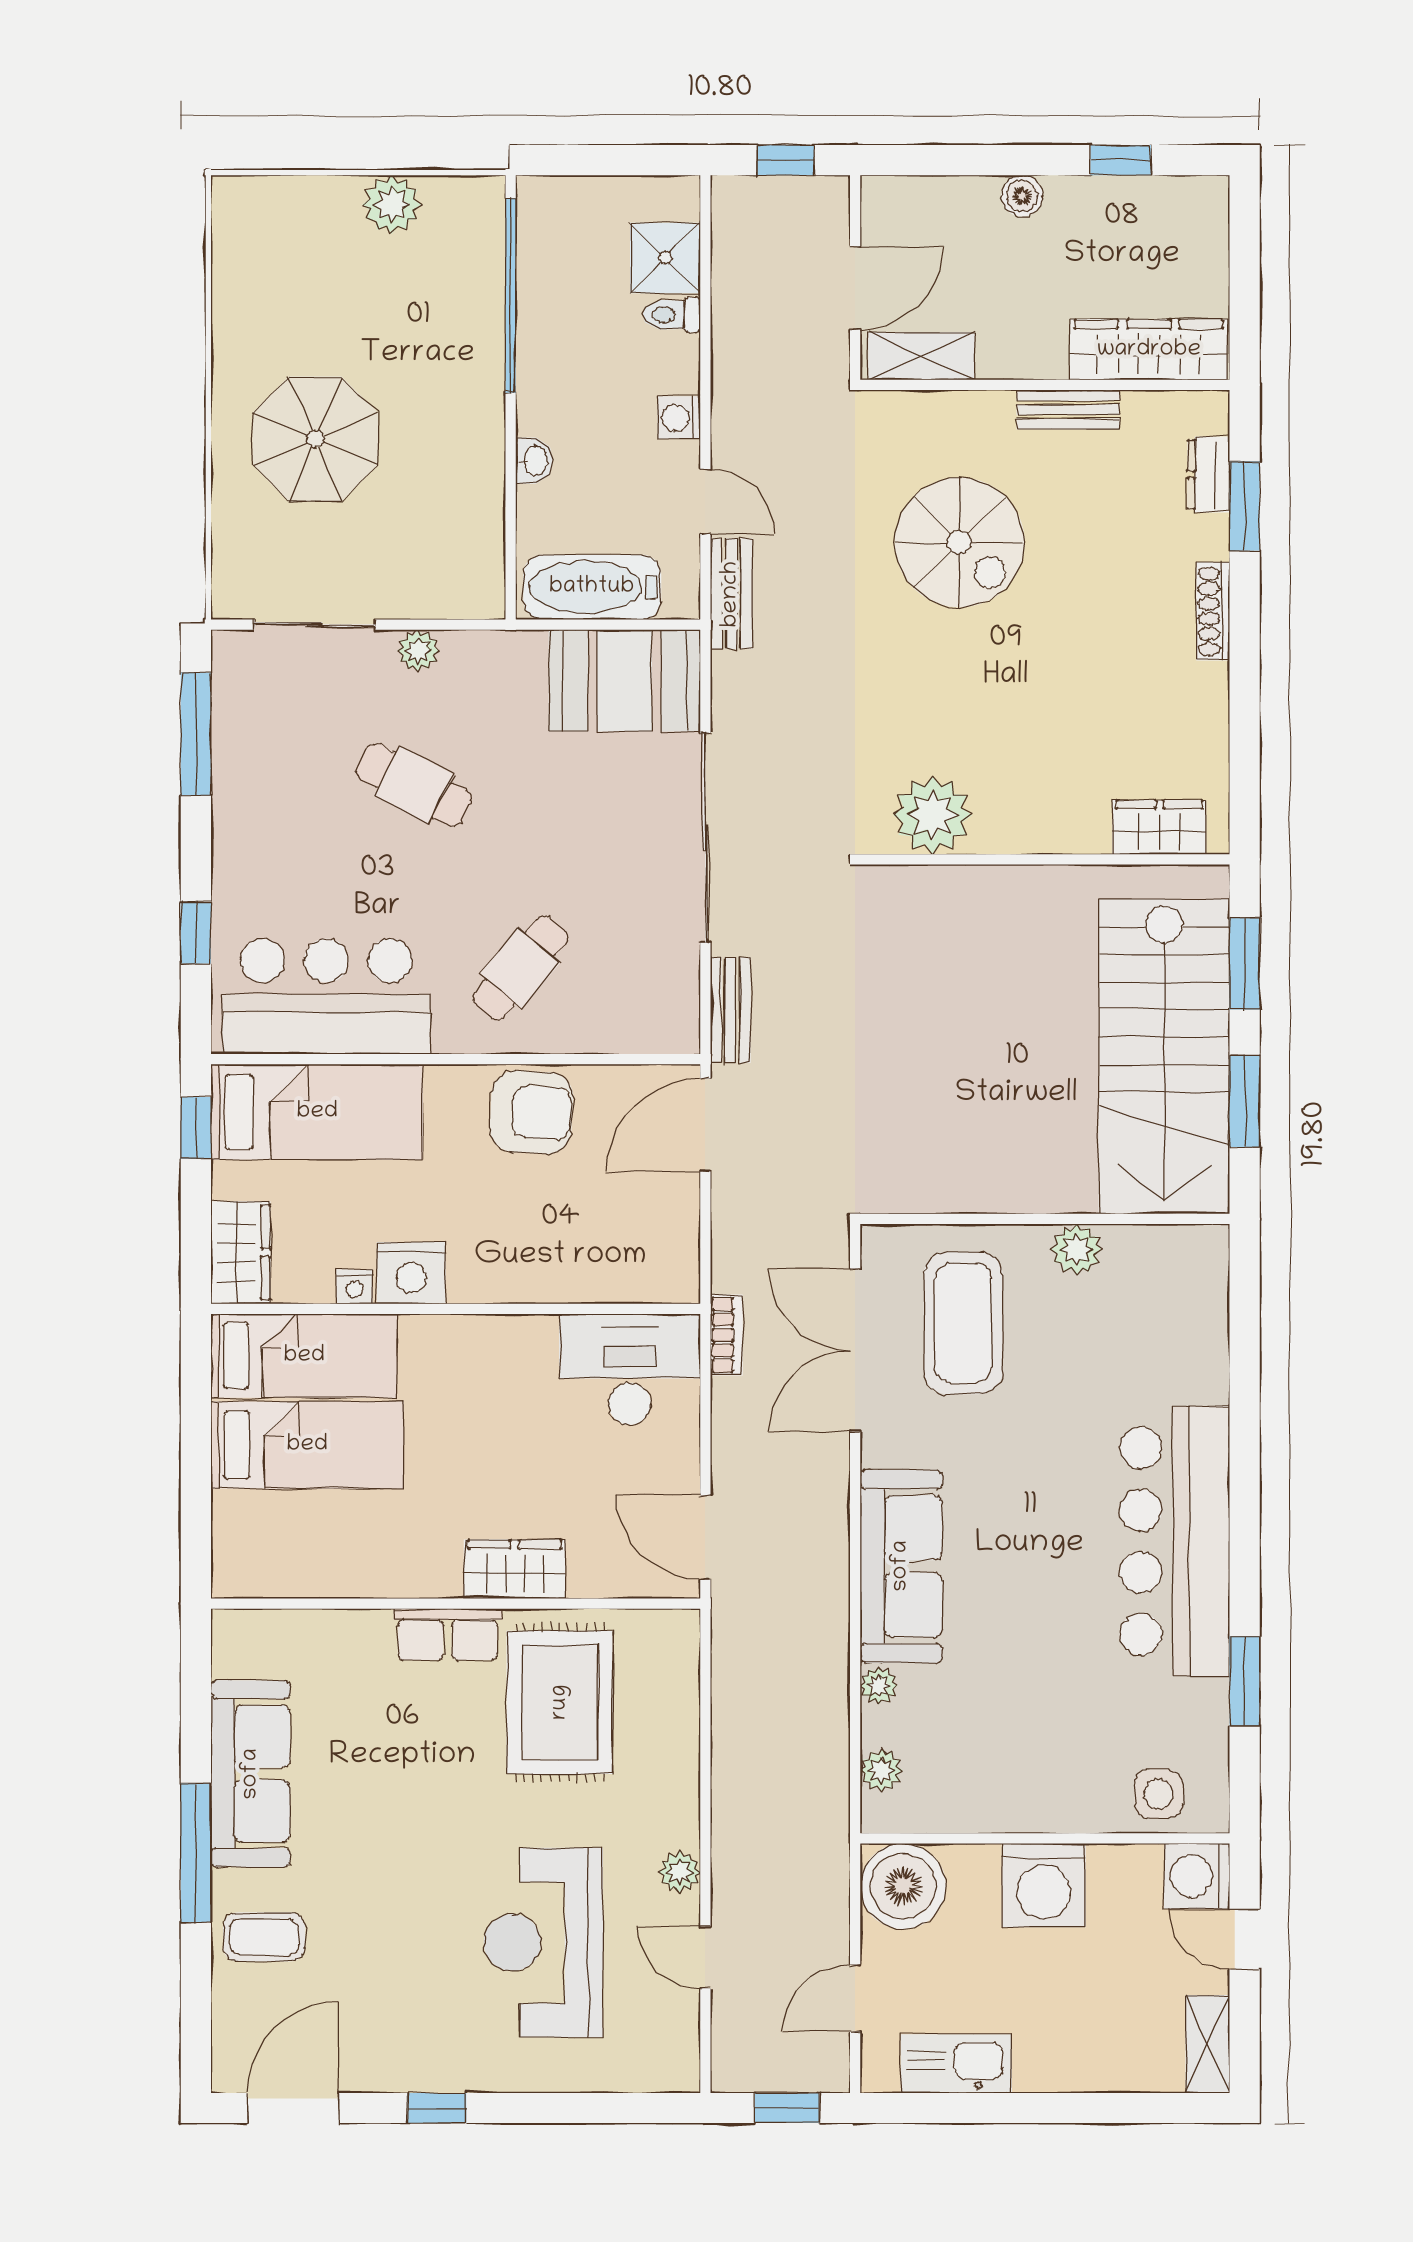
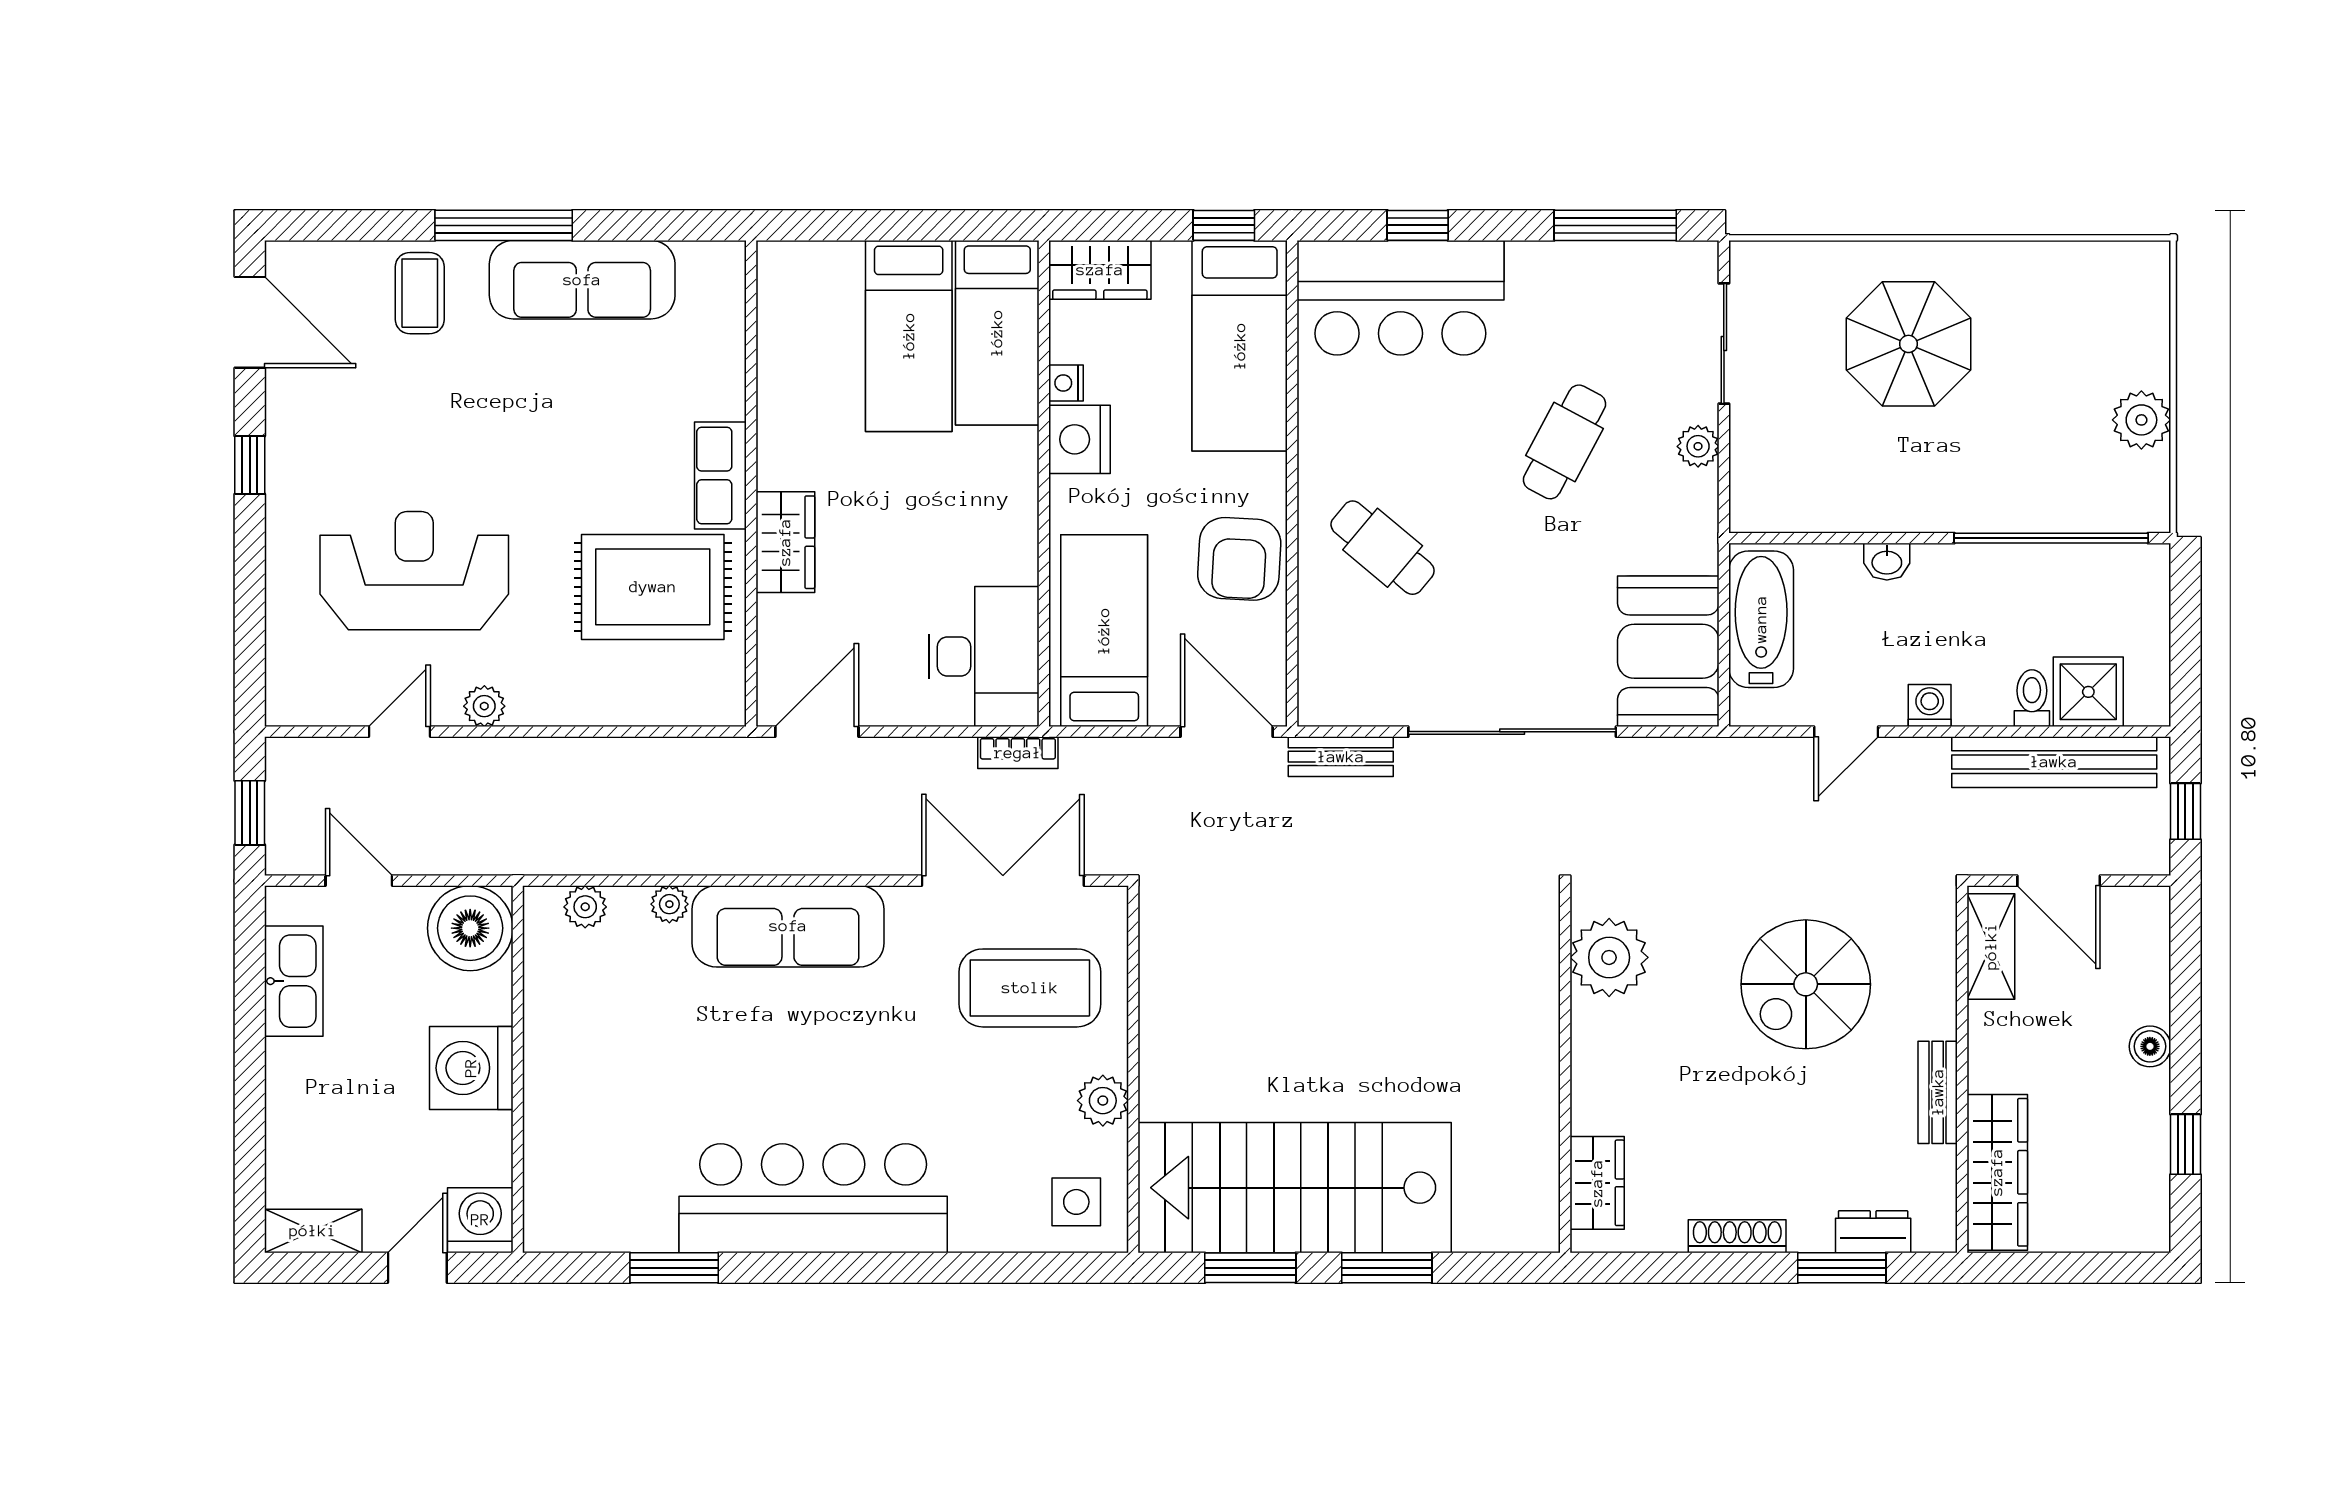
bench: (731, 594) -> (2054, 762), moved, width x1.86, depth x1.21
plant: (933, 815) -> (1609, 957), moved
wardrobe: (1159, 827) -> (1597, 1183), moved
wall: (1045, 859) -> (1565, 1069), moved
bar counter: (326, 996) -> (1400, 298), moved, turned 90
bed: (604, 1248) -> (1104, 631), added
side table: (1159, 1794) -> (1076, 1202), moved

